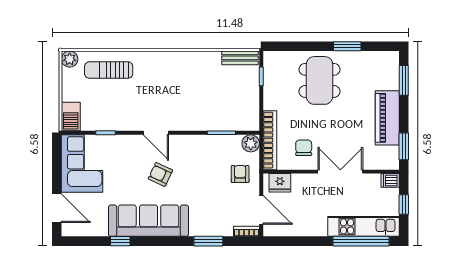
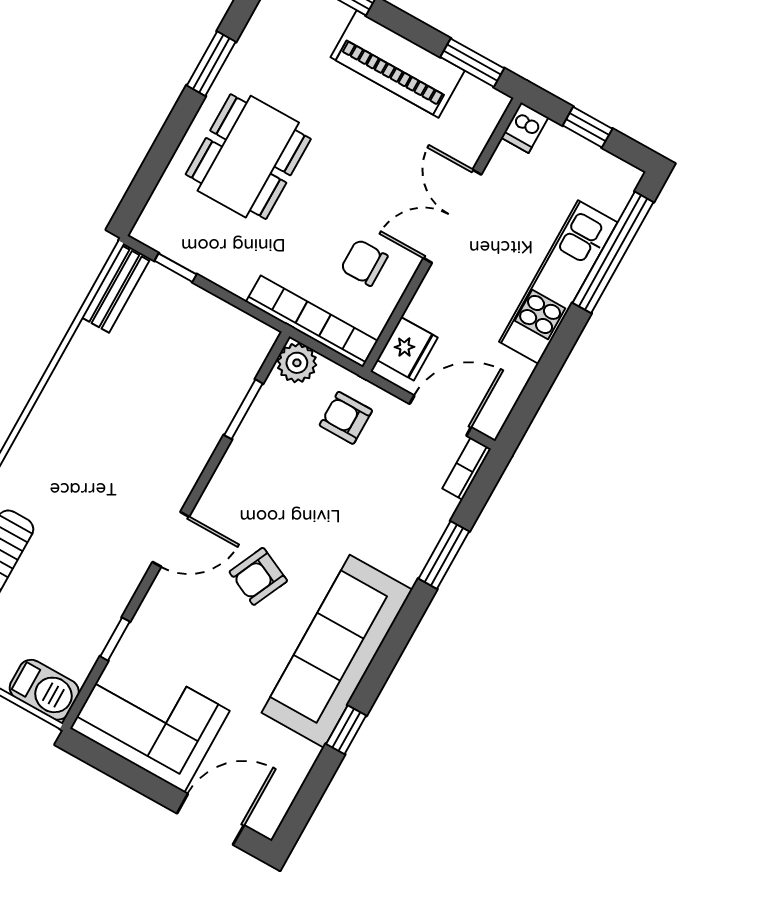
dining table: (319, 80) -> (248, 157), turned 90
kitchen unit: (363, 226) -> (558, 282), moved

